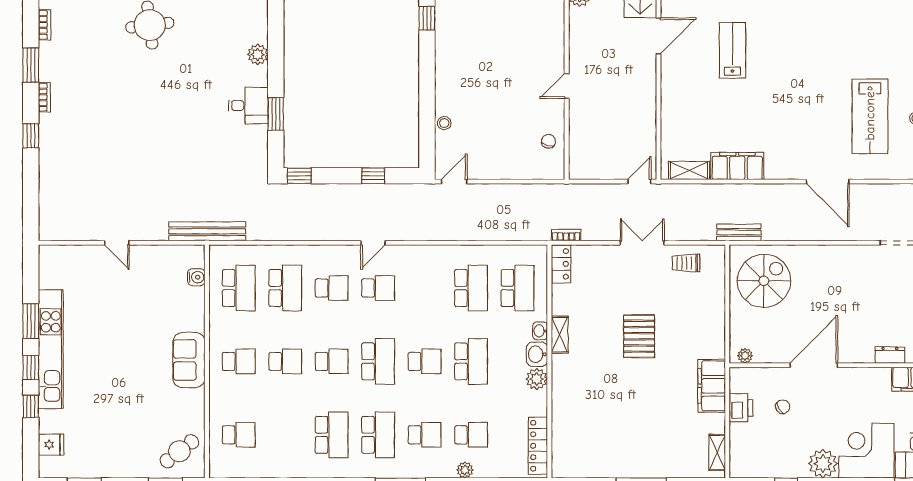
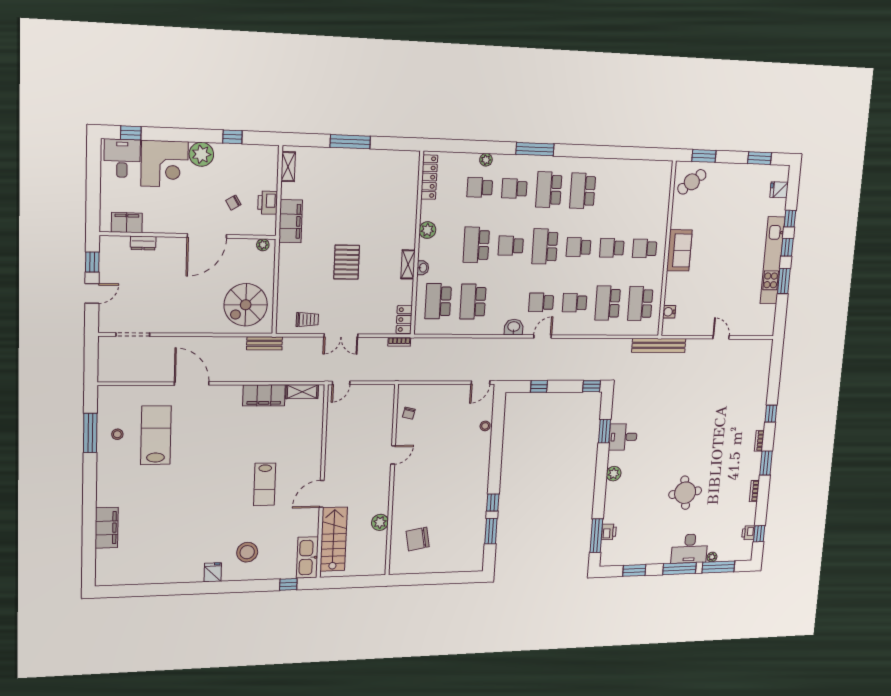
washbasin: (537, 354) -> (514, 327), moved, turned -90
school desk: (239, 435) -> (649, 193), removed

